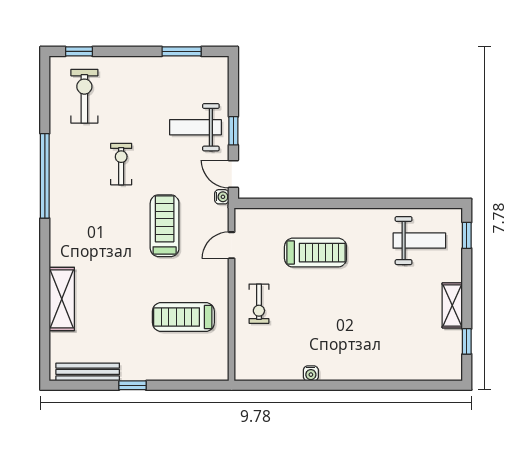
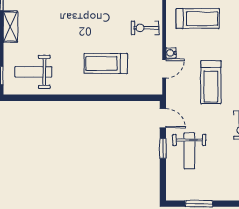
weight bench: (195, 127) -> (189, 151), turned 90
water cooler: (222, 197) -> (171, 53), moved
exercise bike: (259, 304) -> (145, 28), turned -90

